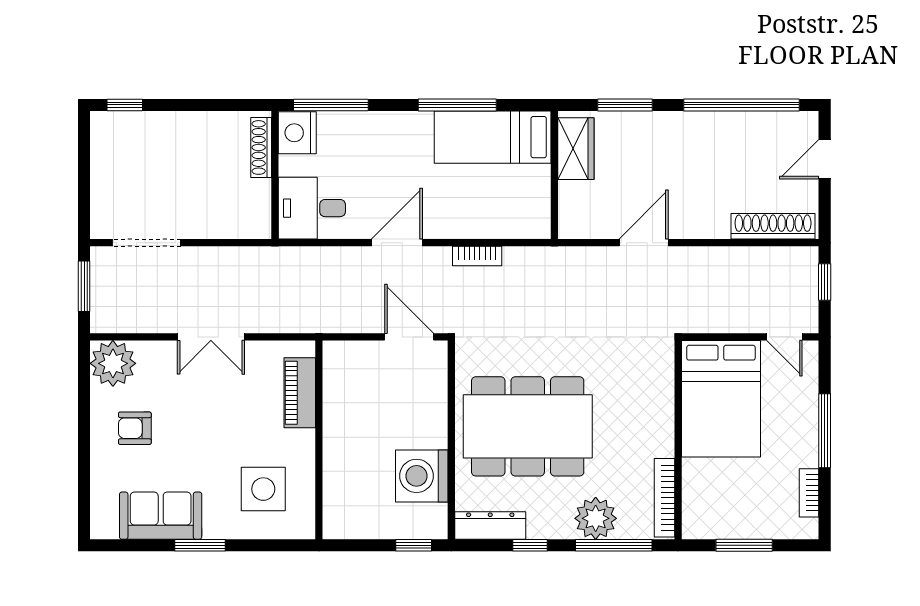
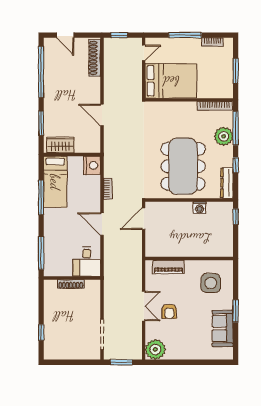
window: (125, 105) -> (41, 332), moved
nightstand: (297, 133) -> (92, 165), moved, turned -90
shoe rack: (261, 147) -> (71, 284), moved
armchair: (135, 428) -> (169, 311), moved
washing machine: (422, 476) -> (200, 208), width x0.53, depth x0.53

